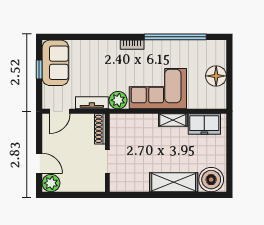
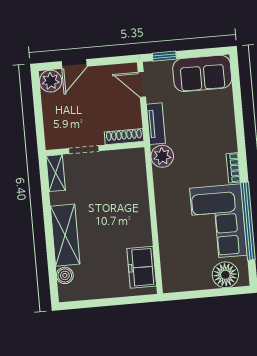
window: (39, 69) -> (164, 56), moved
floor lamp: (216, 76) -> (225, 275), moved
corner sofa: (158, 89) -> (218, 222), moved, turned 180
shelving: (173, 120) -> (56, 173), moved
boiler: (211, 180) -> (65, 275), width x0.54, depth x0.54

